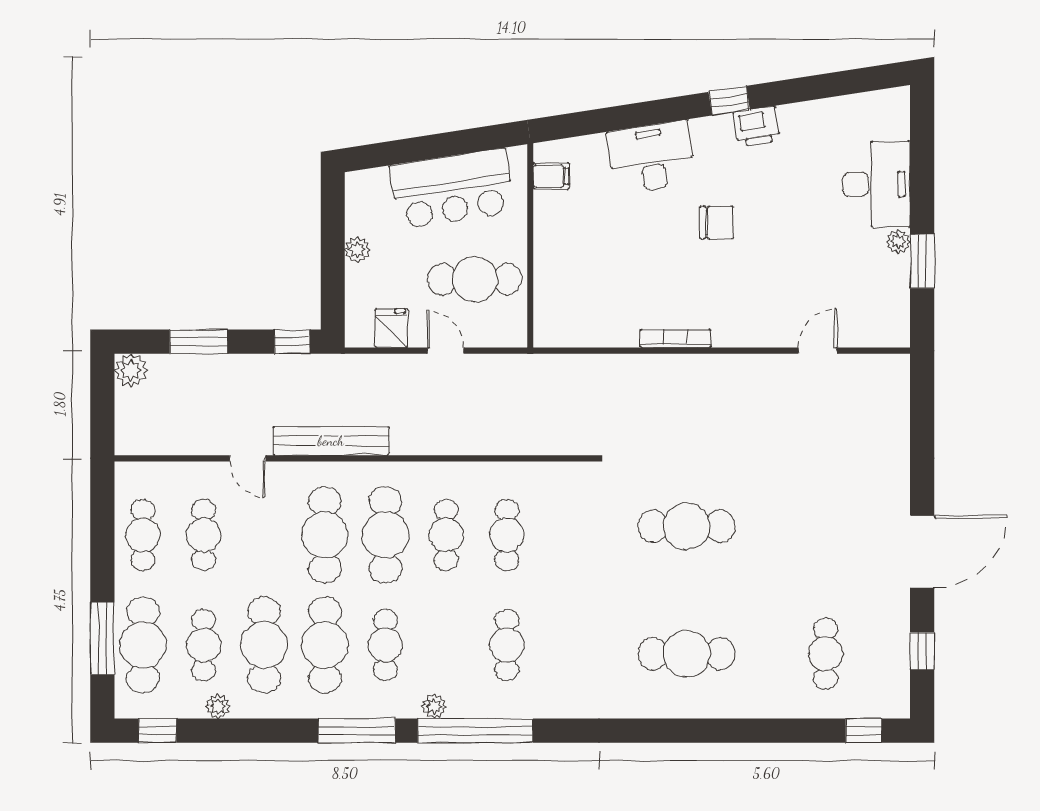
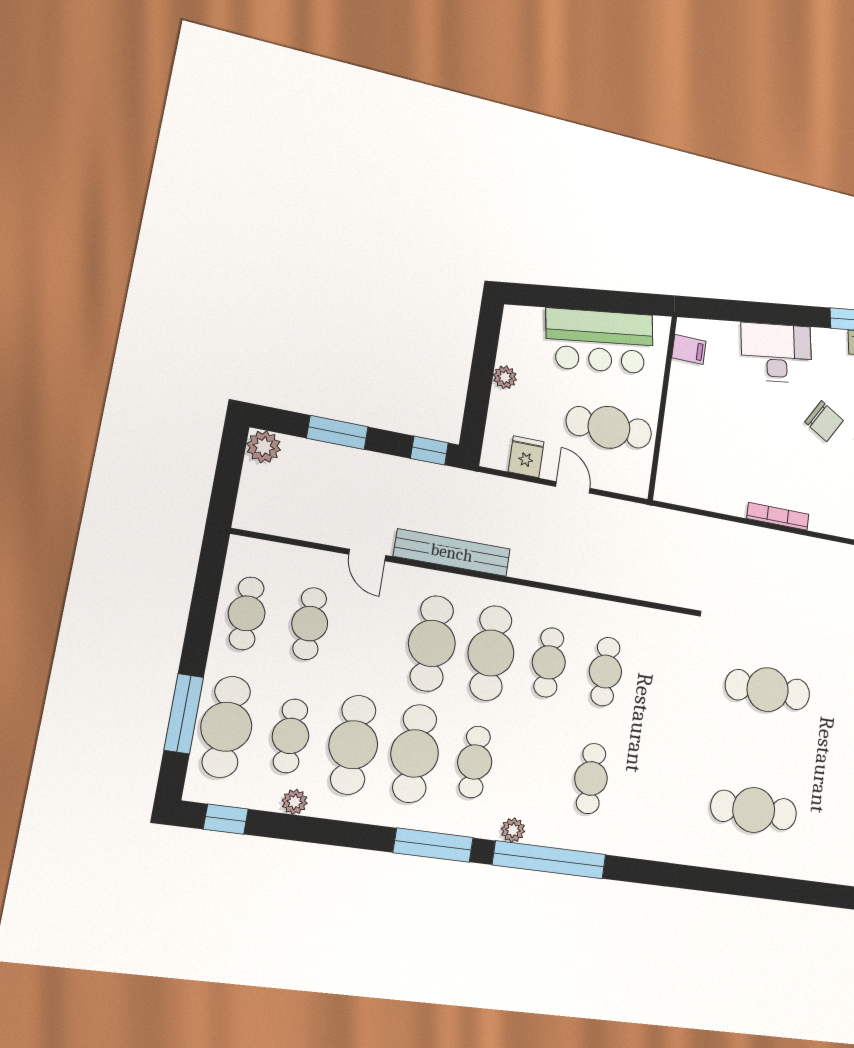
chair: (717, 222) -> (824, 421), turned 31

